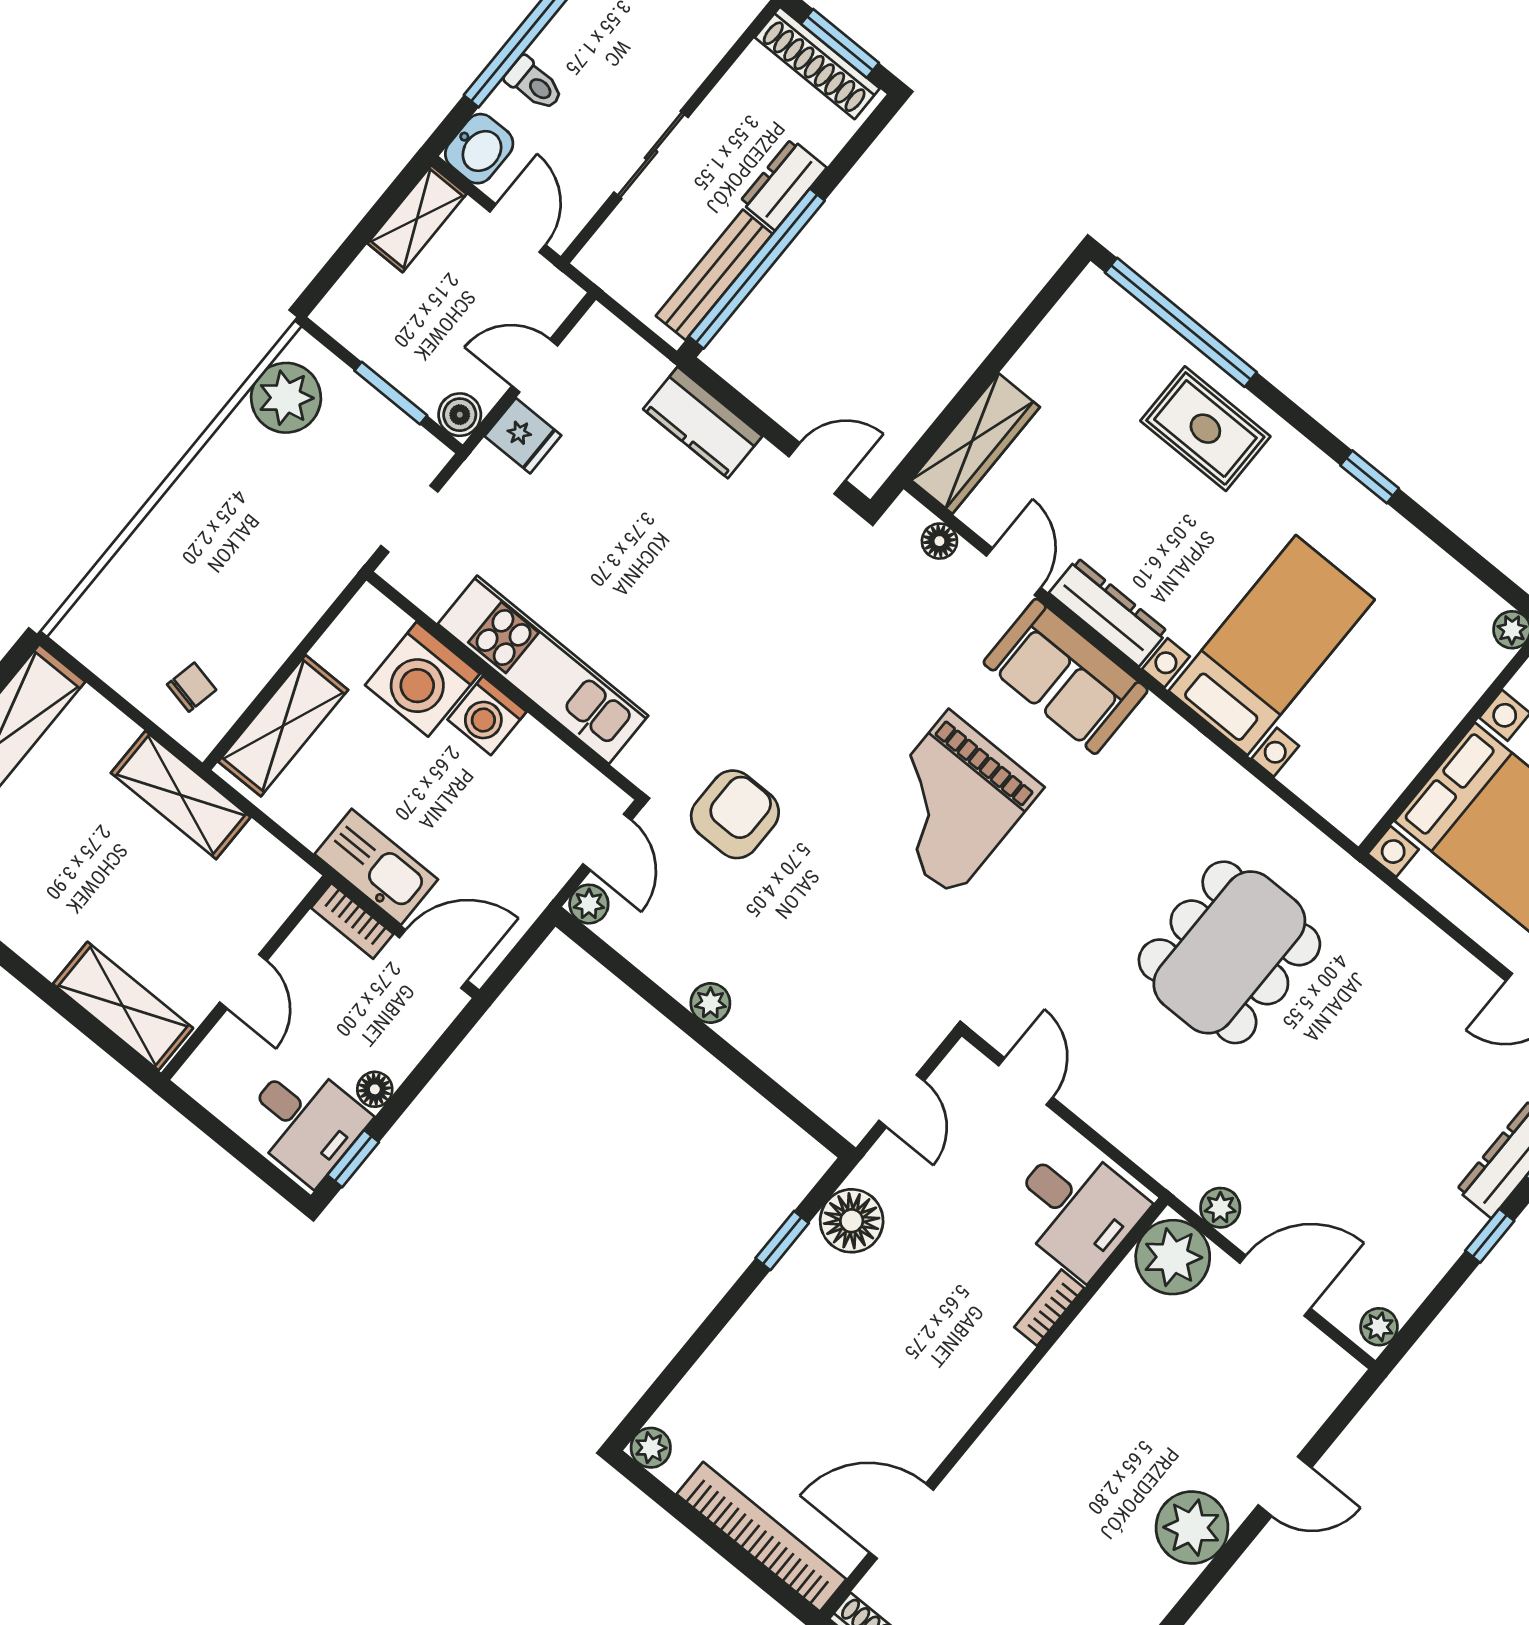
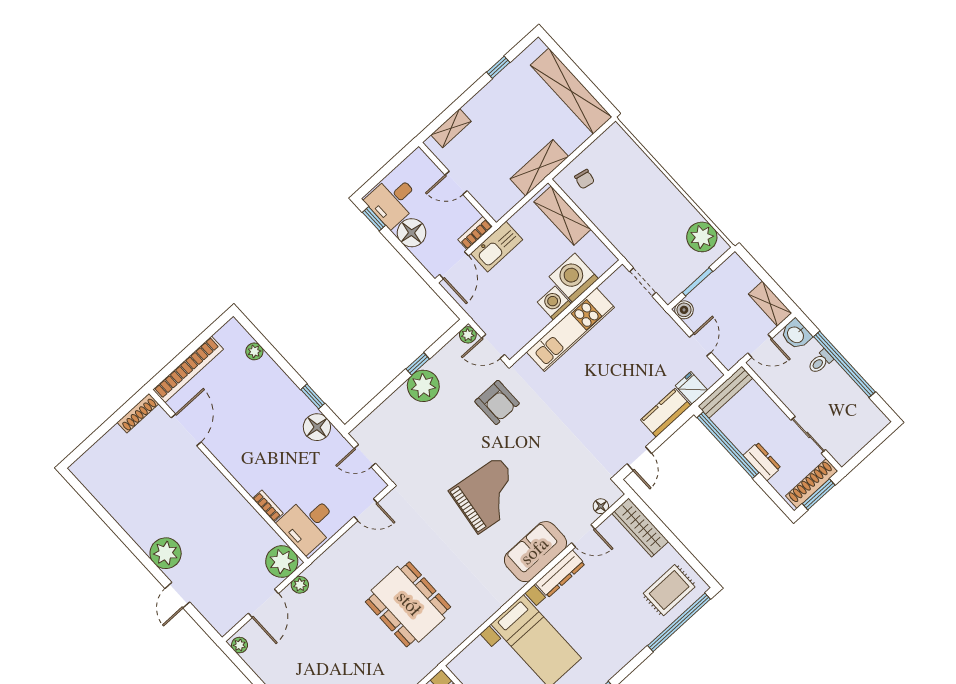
sliding door: (651, 155) -> (808, 435), moved
bench: (714, 275) -> (725, 392), moved, turned 90
rug: (1205, 429) -> (669, 590), moved
fridge: (523, 436) -> (692, 388), moved, turned 90
grand piano: (951, 803) -> (488, 495), turned 98
plant: (710, 1003) -> (423, 386), width x1.87, depth x1.87
shelving: (123, 1006) -> (451, 128), width x0.67, depth x0.75
window: (672, 1010) -> (418, 364), added
floor lamp: (375, 1089) -> (412, 233), width x1.89, depth x1.89
plant: (651, 1448) -> (254, 351), moved

